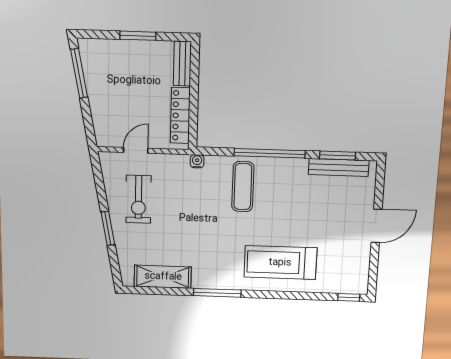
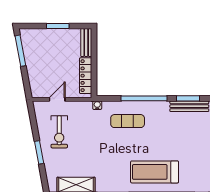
exercise mat: (243, 187) -> (128, 121), turned 90

